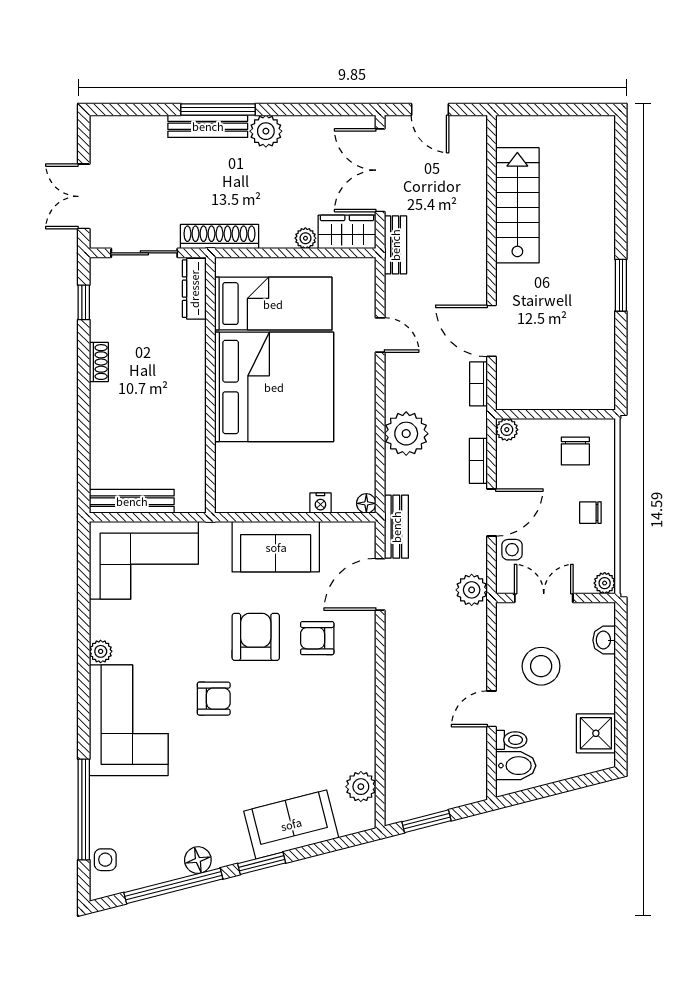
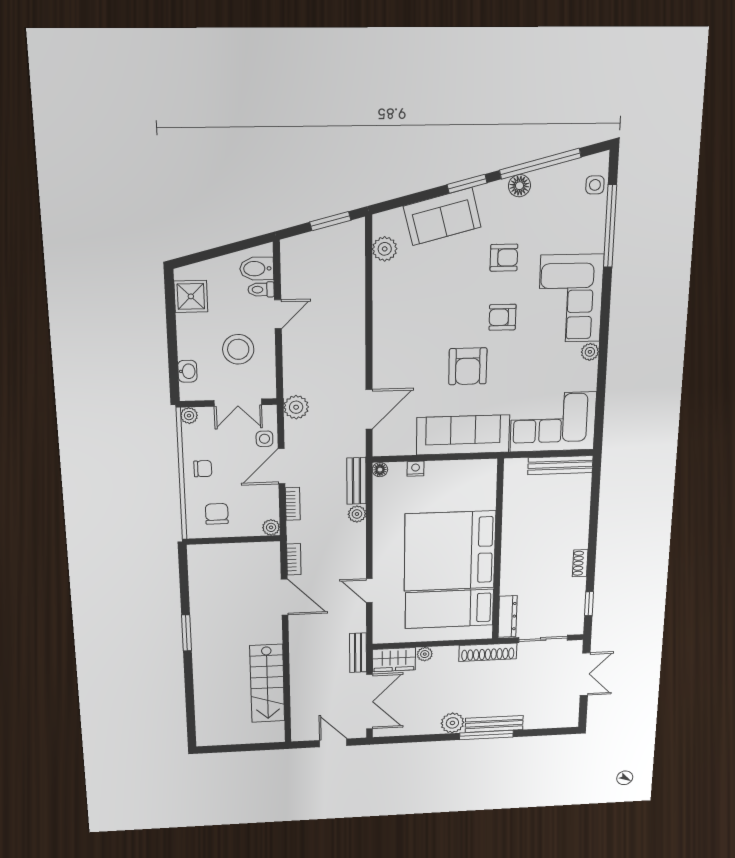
plant: (406, 434) -> (357, 514), width x0.53, depth x0.53
bench: (396, 527) -> (356, 481), moved
sofa: (276, 547) -> (463, 435), width x1.36
armchair: (317, 638) -> (504, 258), moved

